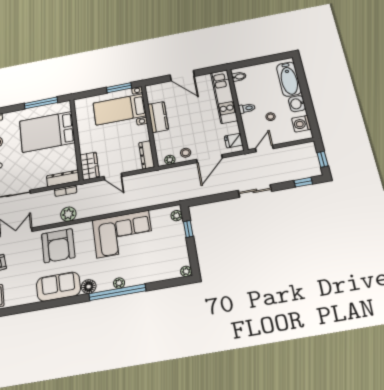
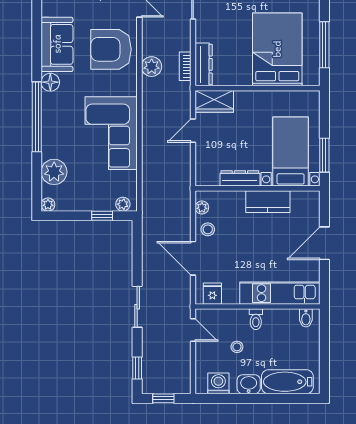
dresser: (147, 155) -> (240, 178), moved
plant: (119, 283) -> (54, 172), moved, width x1.87, depth x1.87

